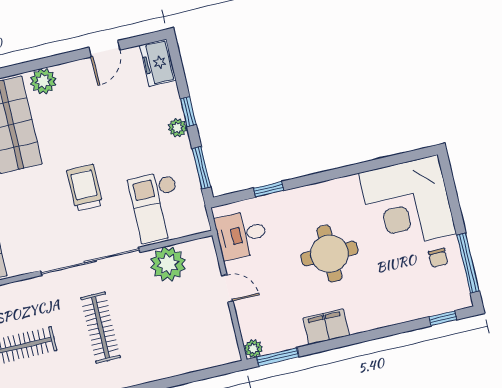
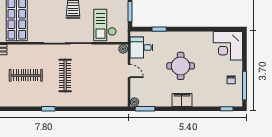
corner desk: (407, 203) -> (228, 46), width x0.74, depth x0.74
plant: (168, 264) -> (123, 49), moved, width x0.53, depth x0.53
filing cabinet: (326, 327) -> (182, 100), moved

